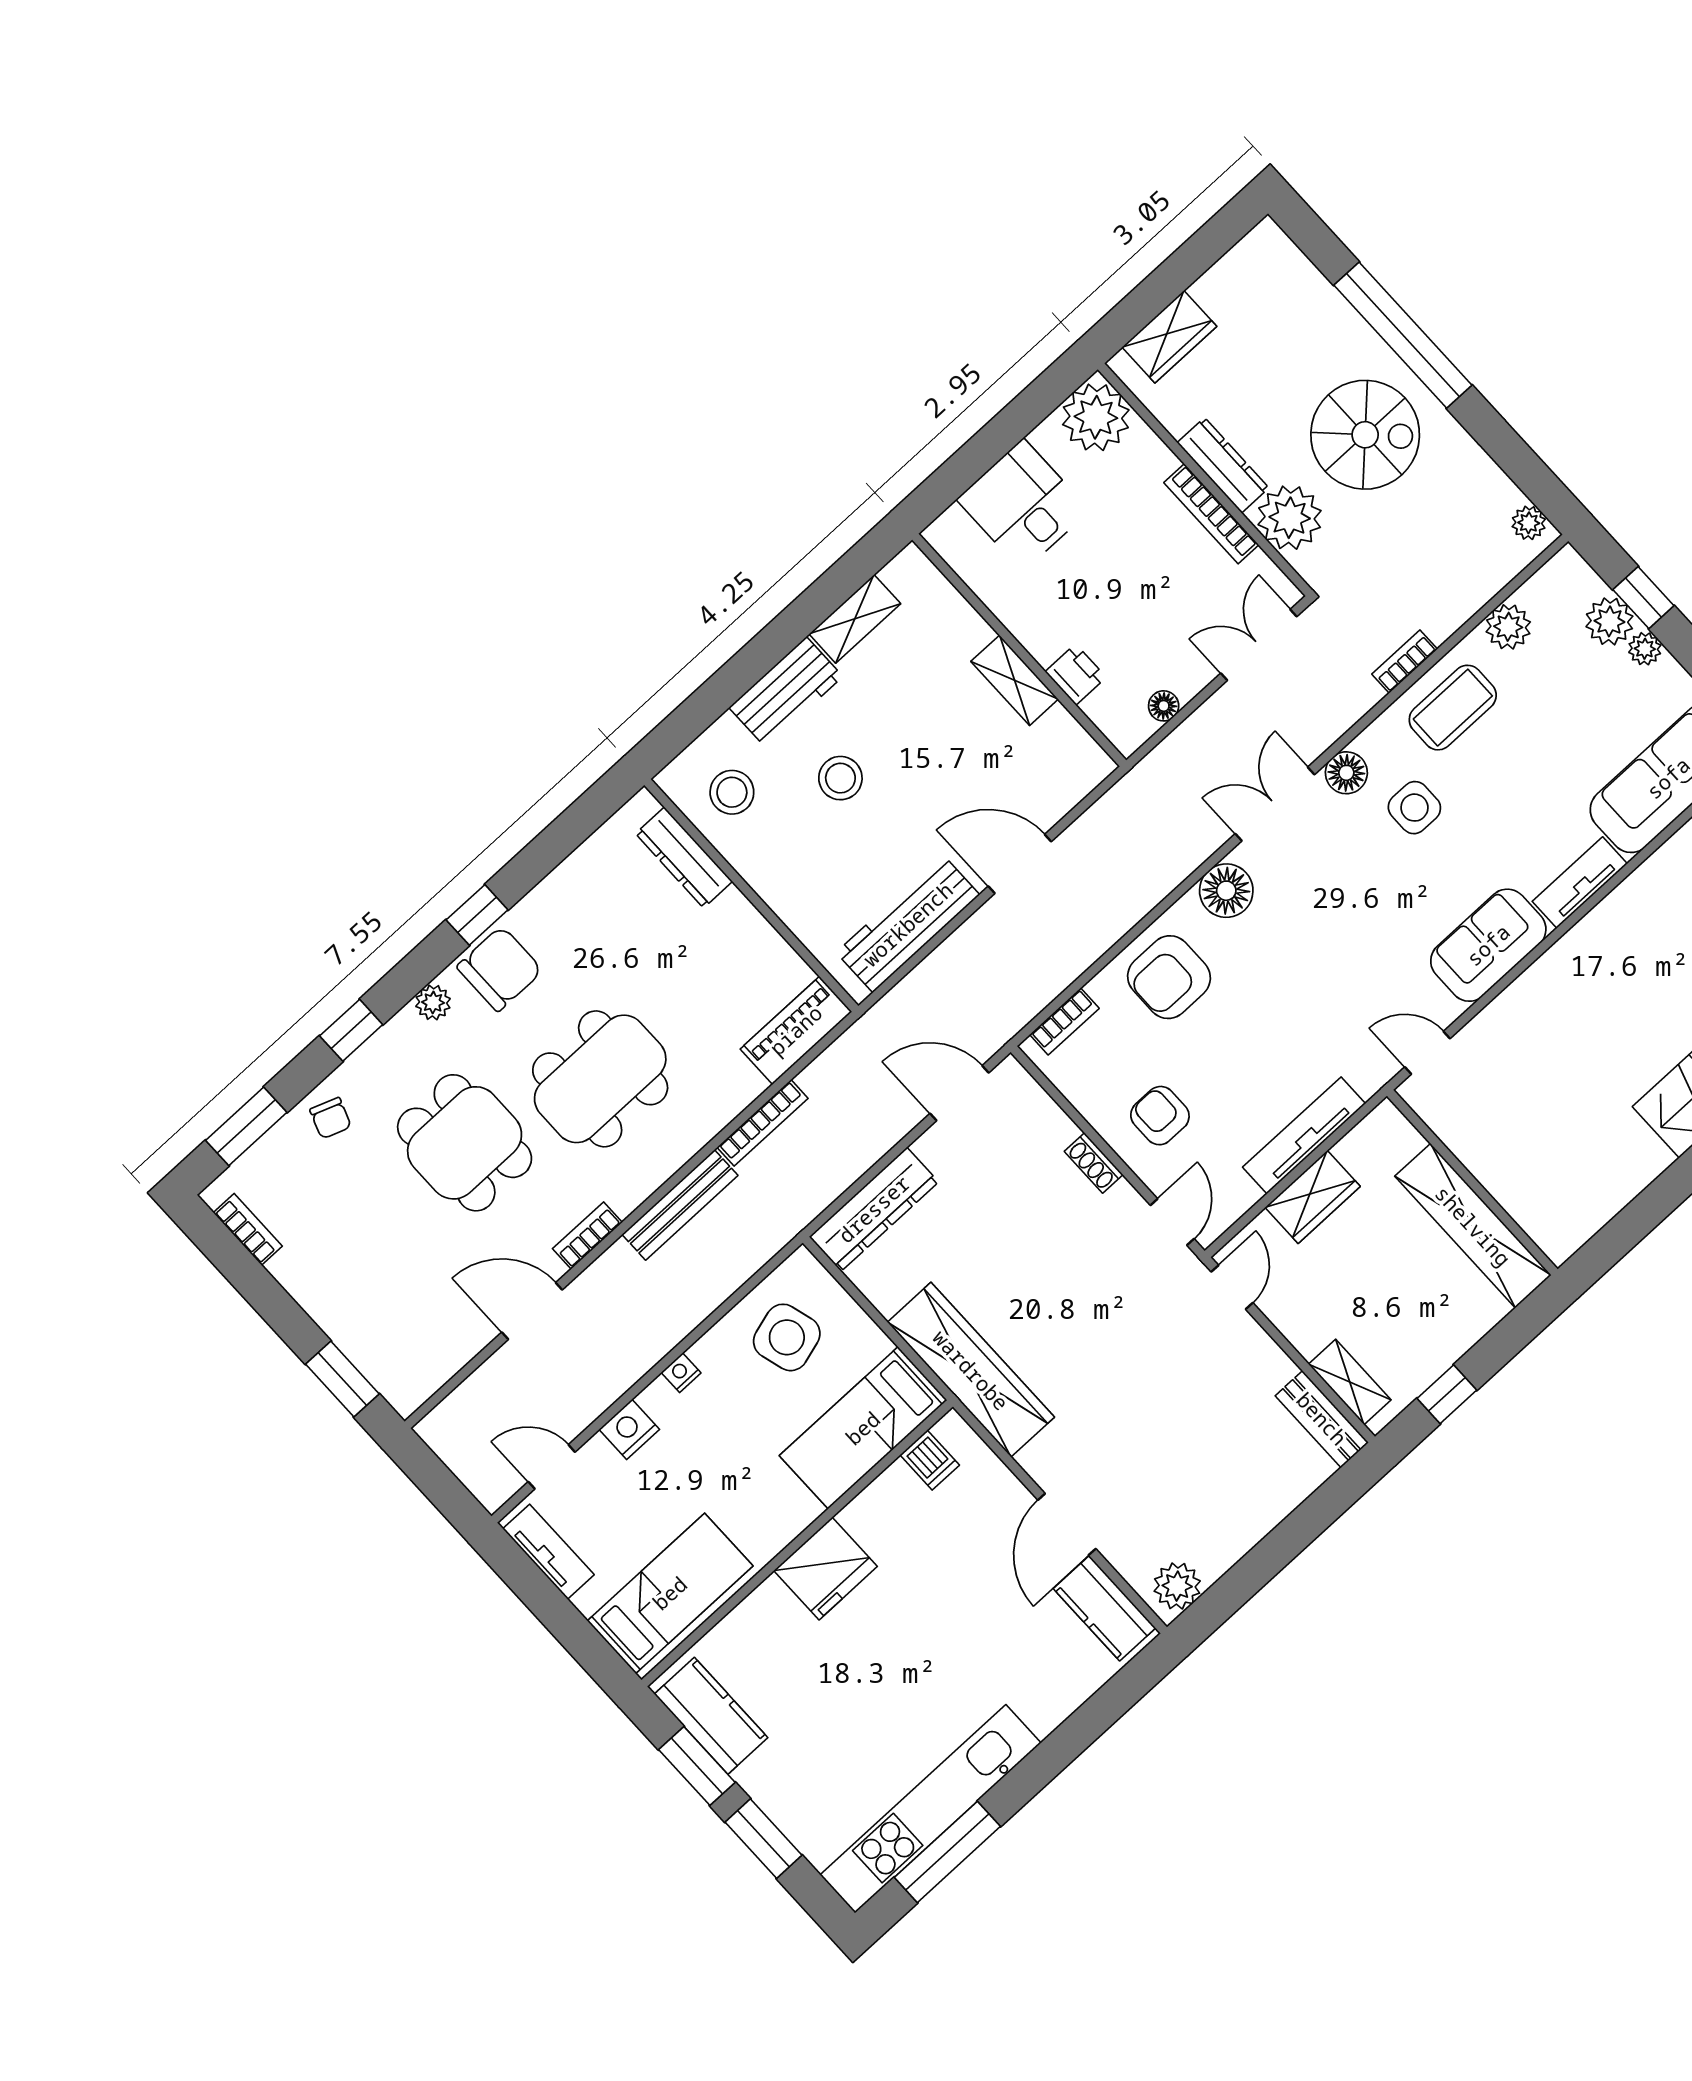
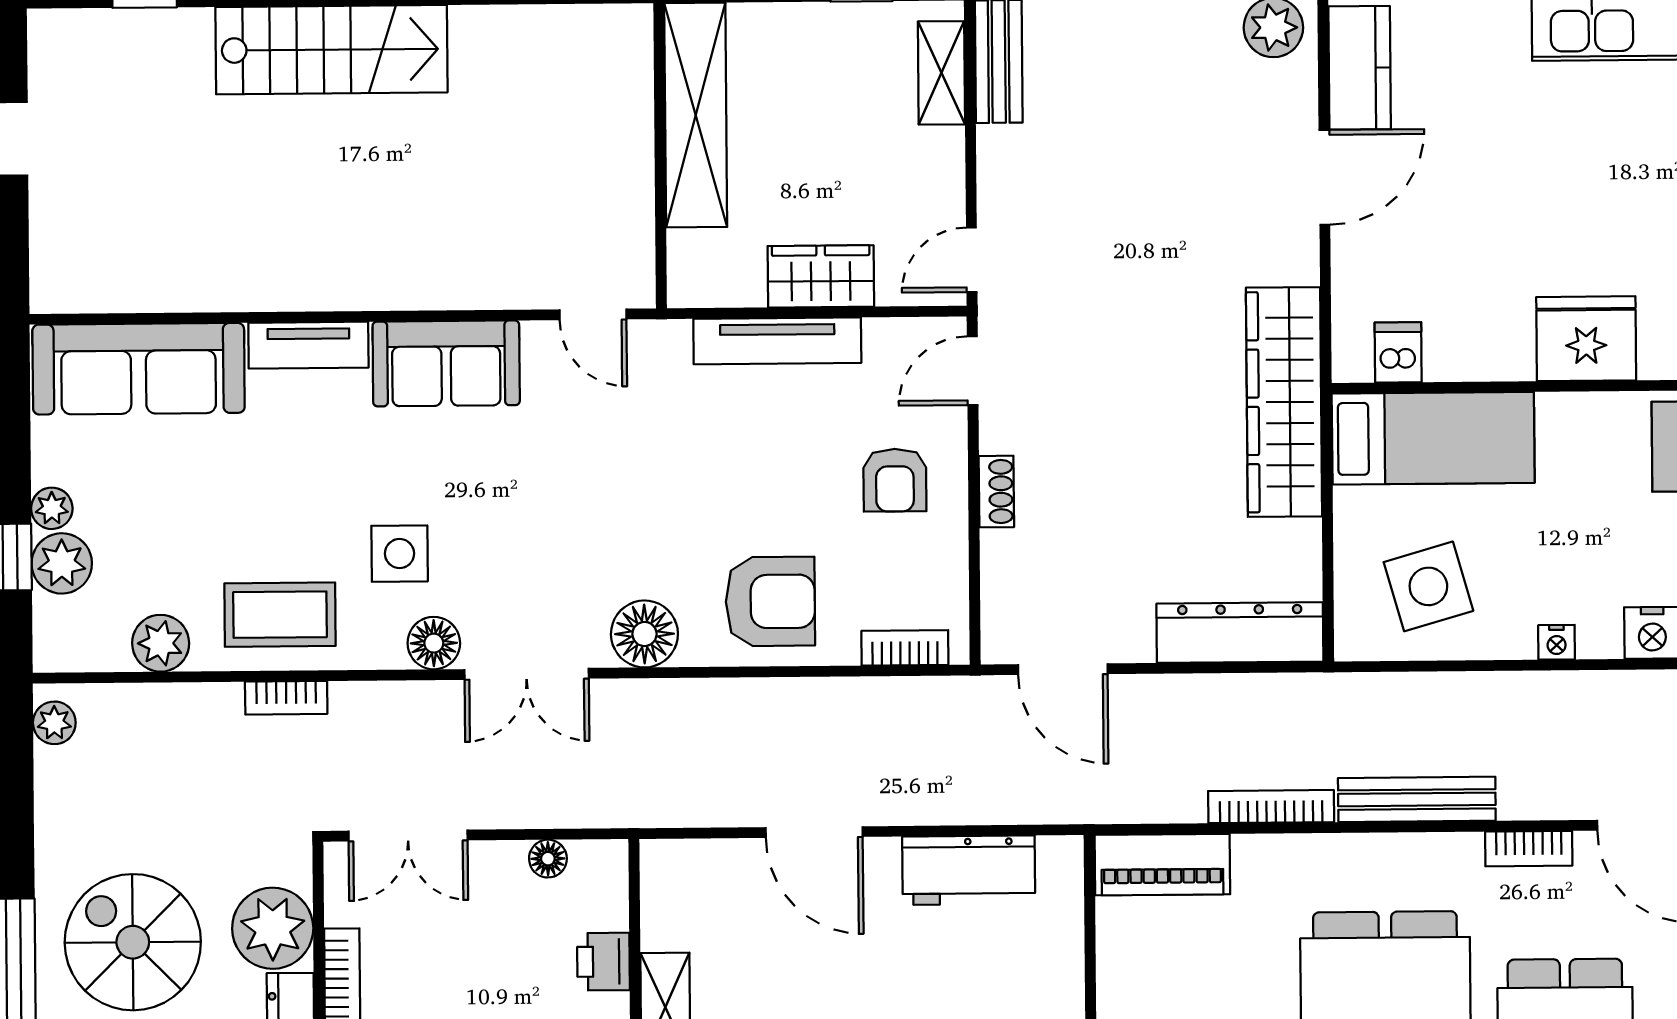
workbench: (908, 924) -> (969, 870), width x0.73

